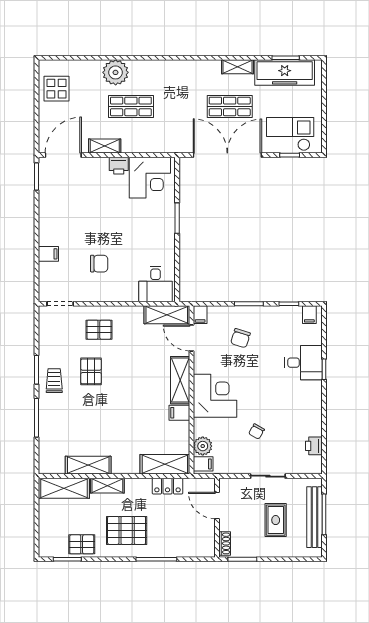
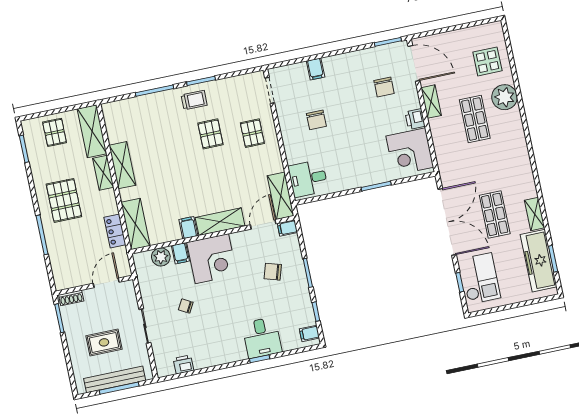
display table: (57, 89) -> (487, 61), moved
chair: (81, 190) -> (384, 87), added
pallet: (91, 371) -> (210, 134), turned 90
filing cabinet: (203, 464) -> (180, 253), moved
shelving: (88, 465) -> (122, 165), moved
pallet: (82, 544) -> (55, 132), moved

